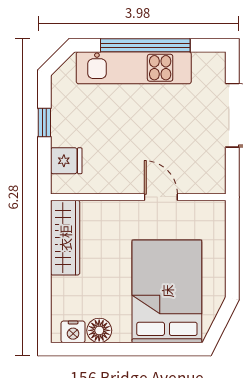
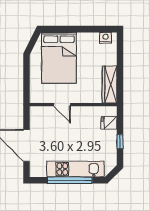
floor lamp: (99, 330) -> (93, 38), removed

